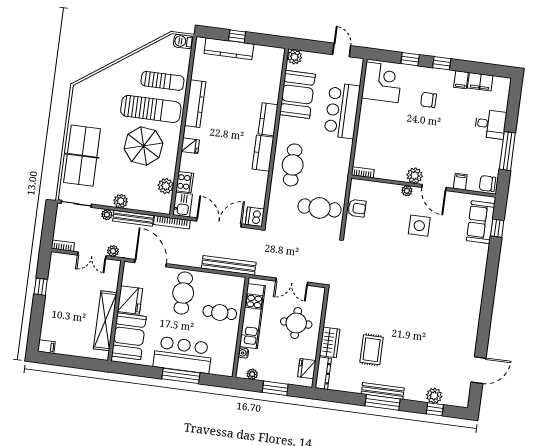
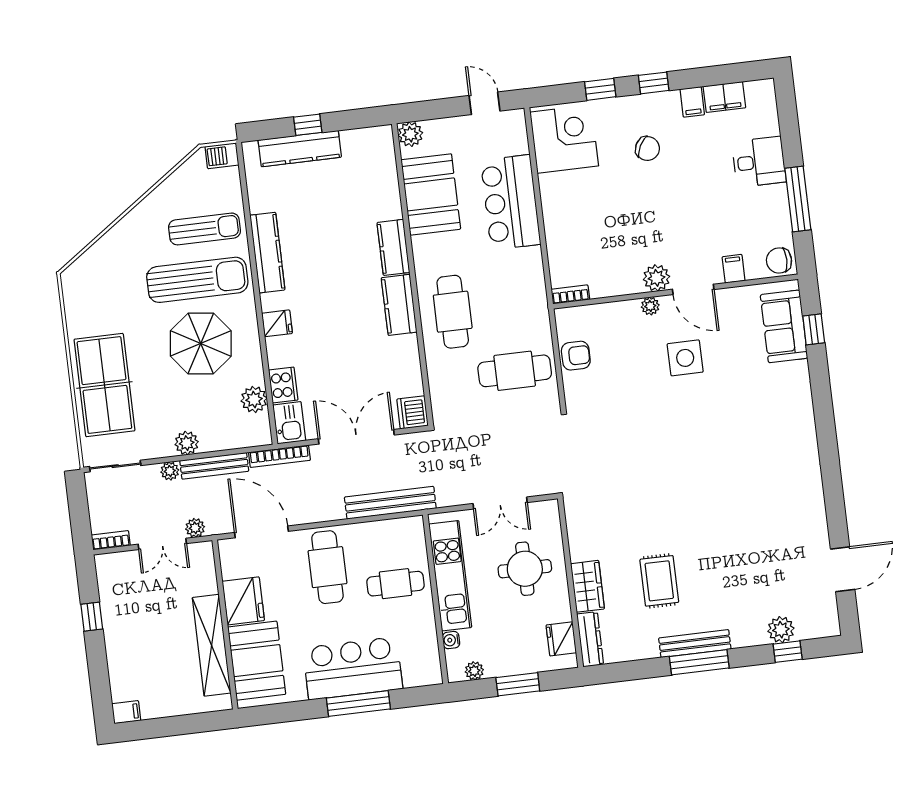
chair: (428, 100) -> (647, 148), turned -152

